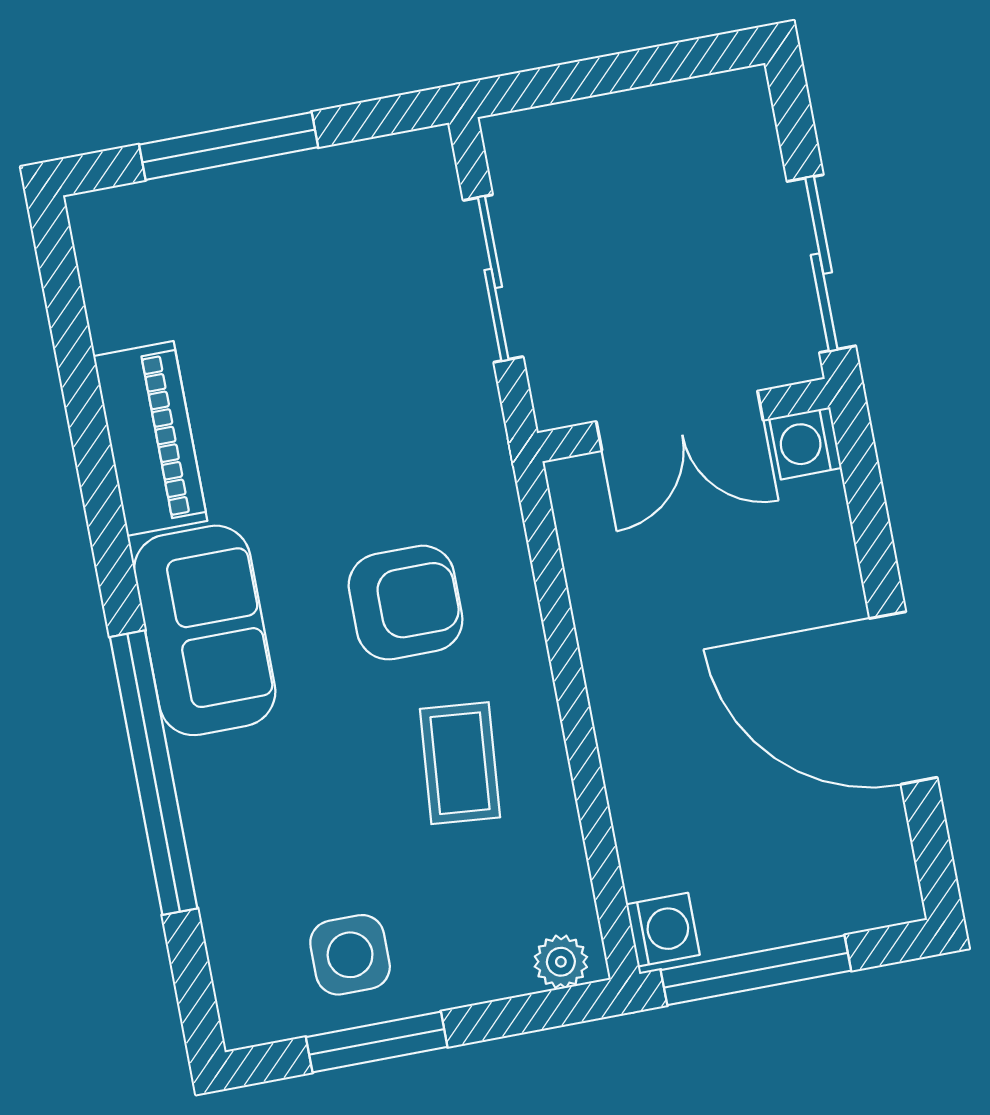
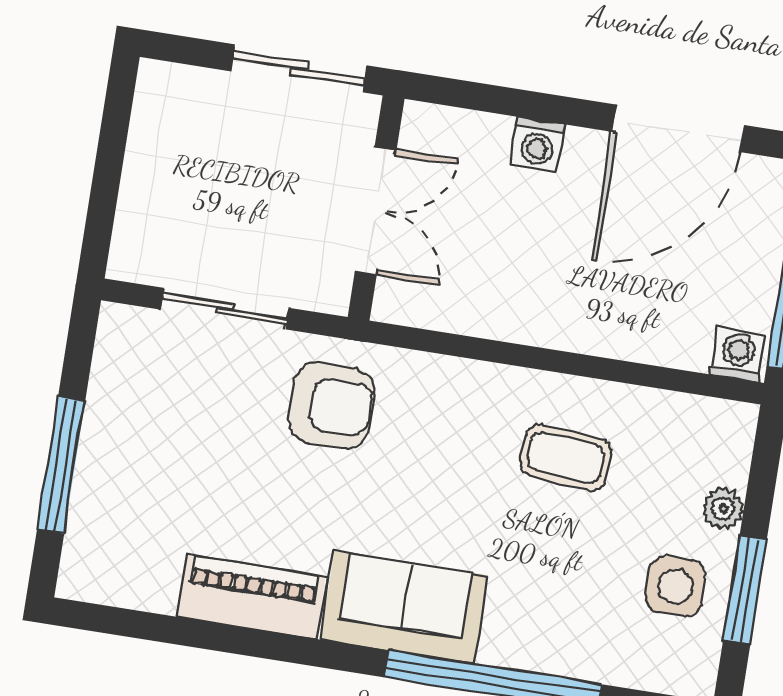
washing machine: (806, 443) -> (538, 144), moved
armchair: (406, 603) -> (331, 406), moved, turned 90
door: (903, 698) -> (678, 128), moved
plant: (561, 962) -> (723, 509), moved

